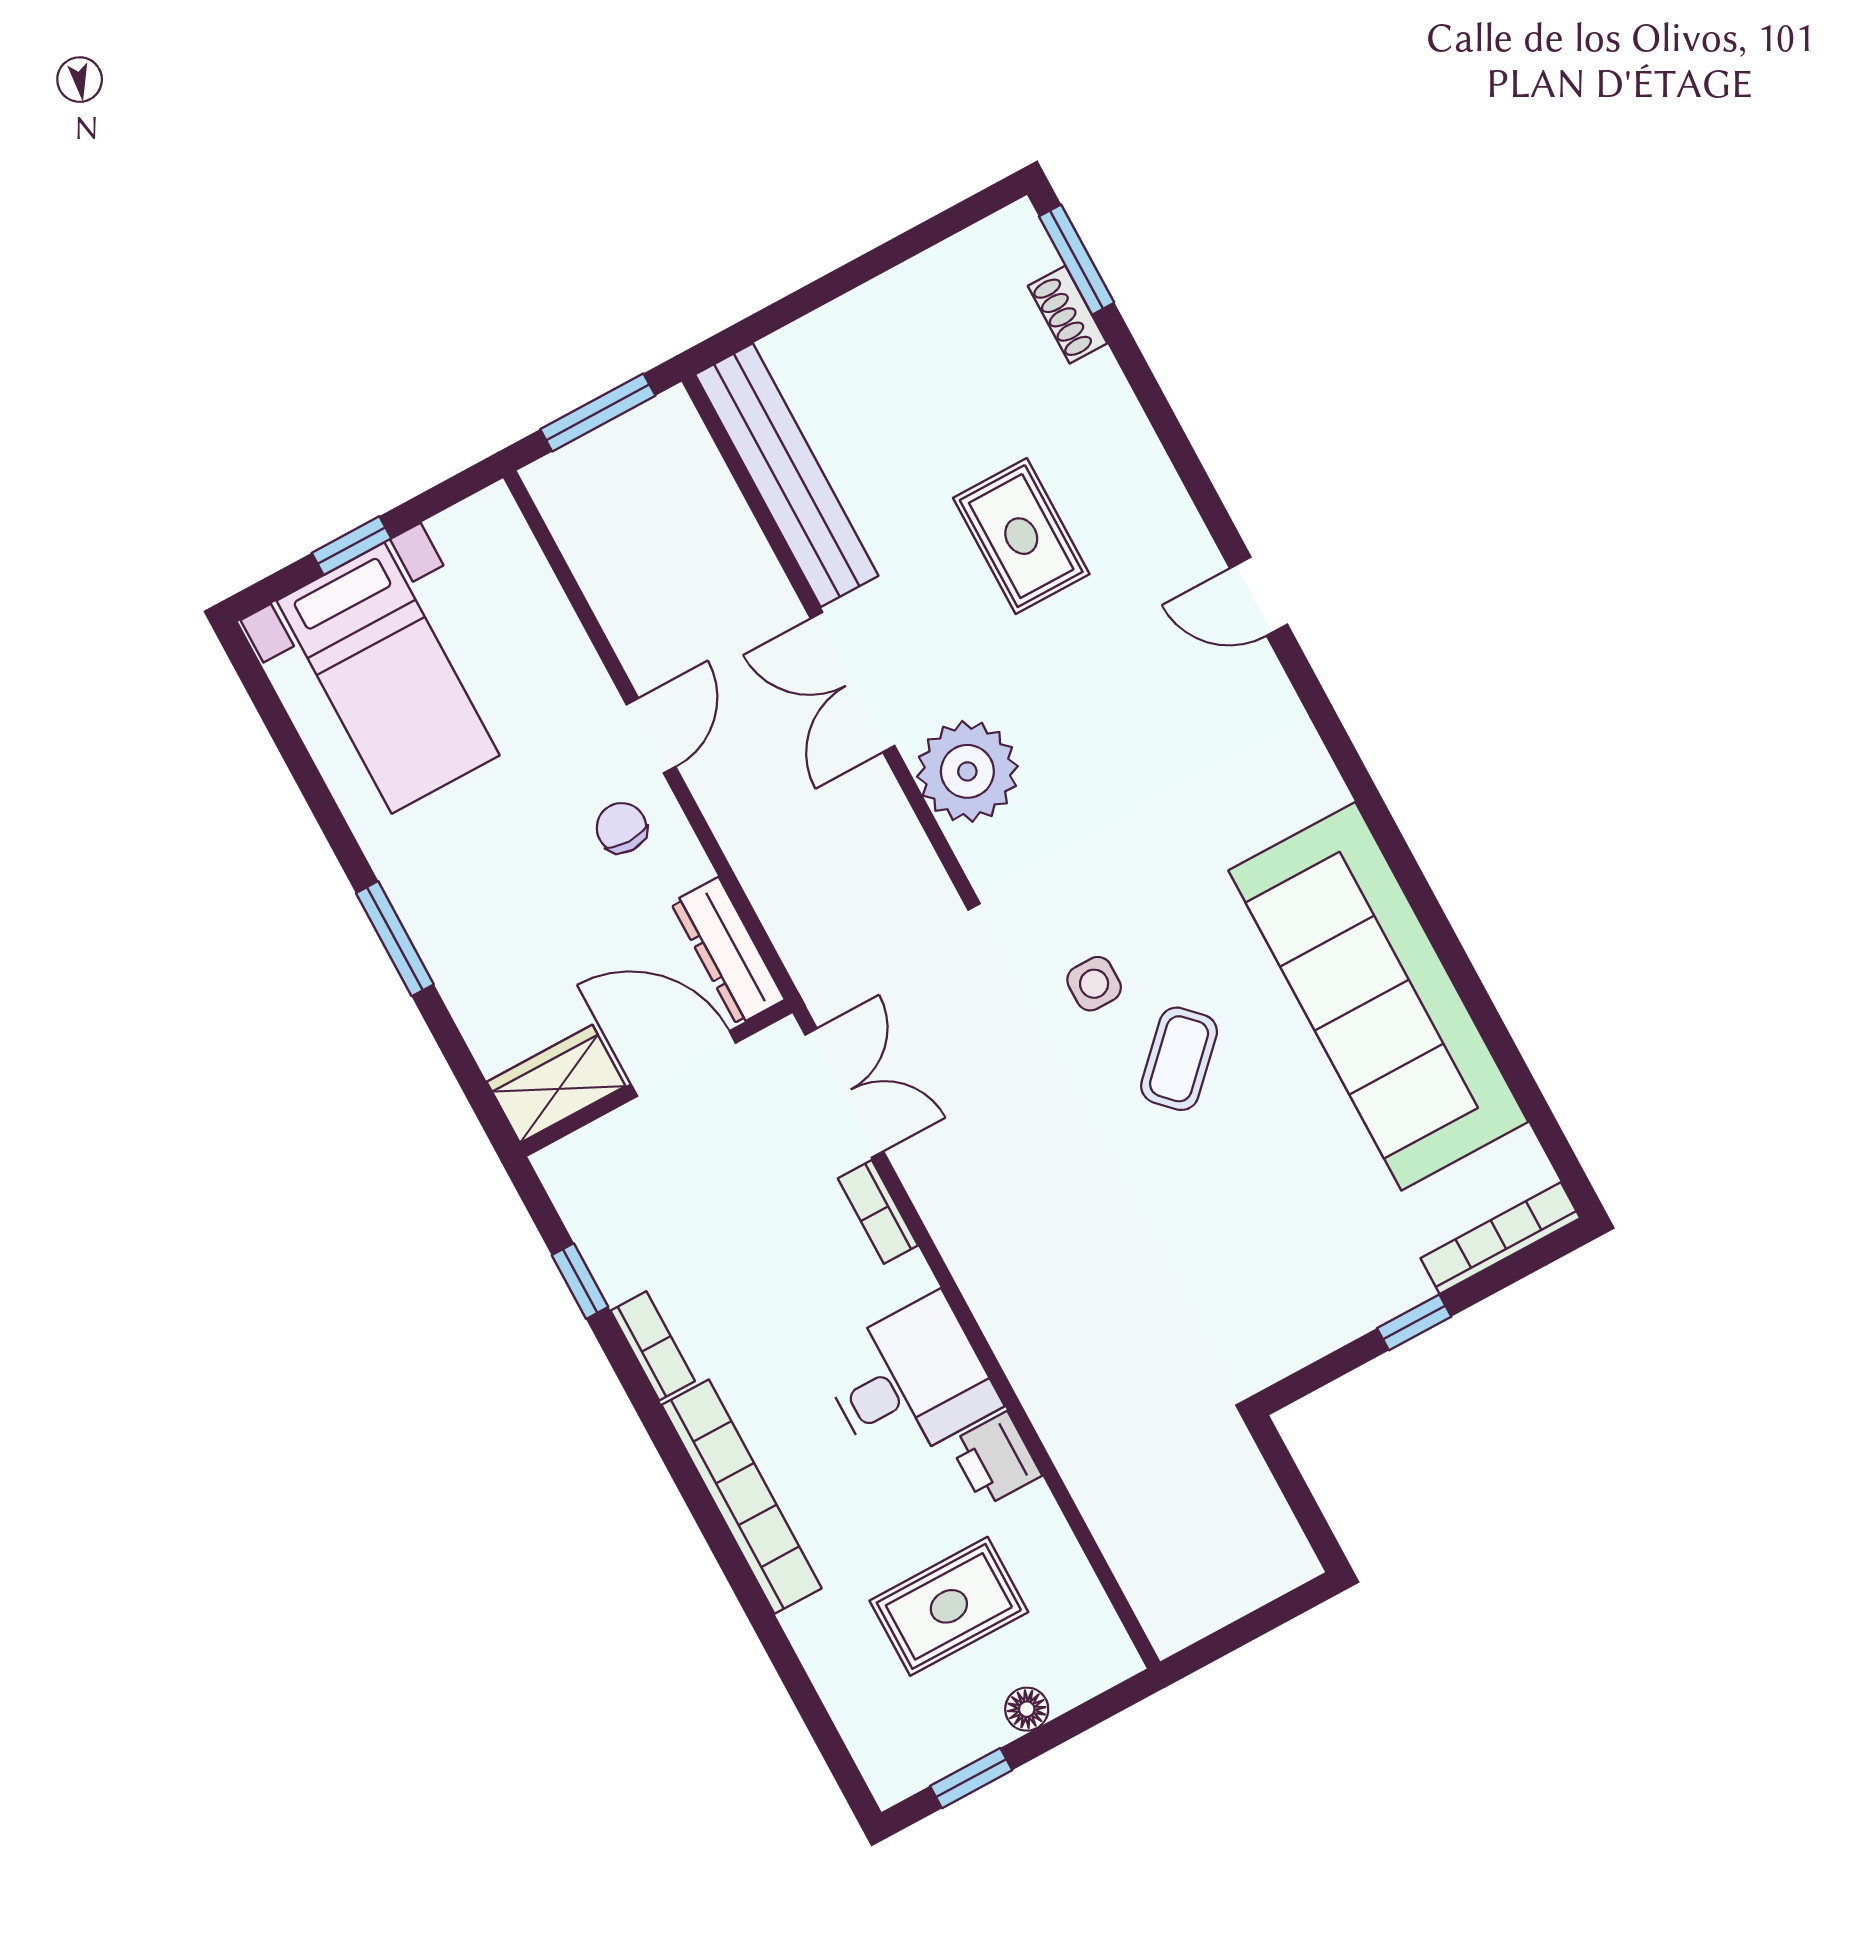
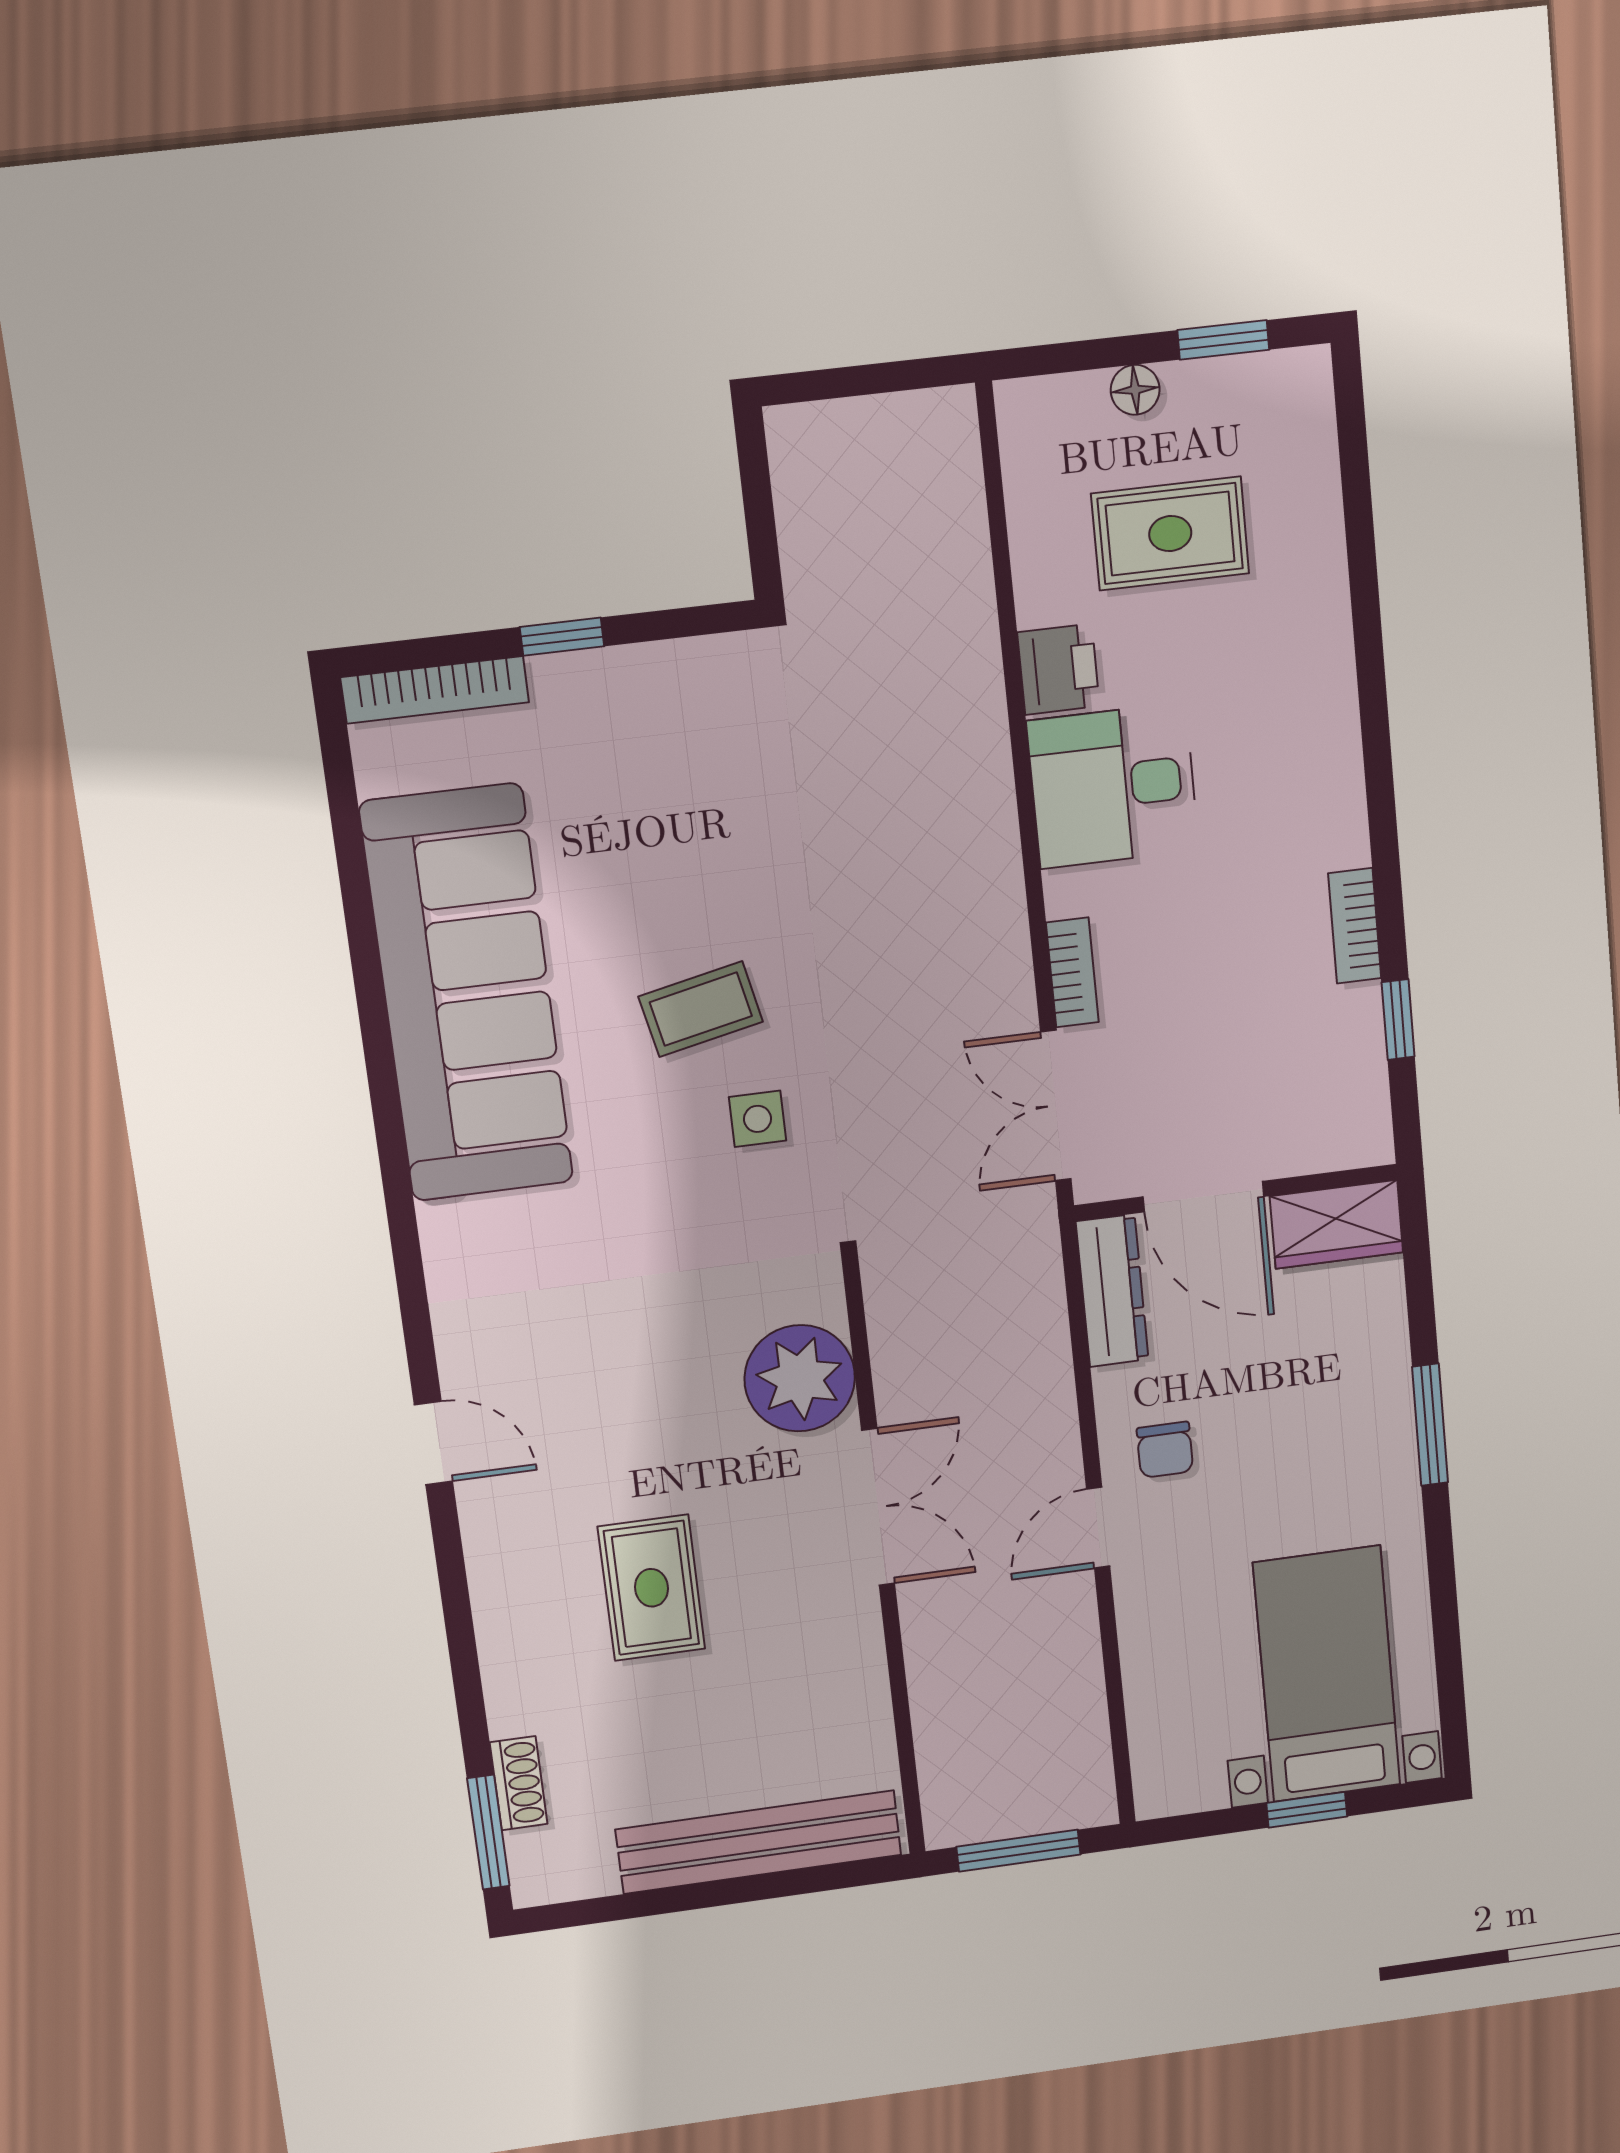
bench: (787, 475) -> (759, 1842), moved, turned 90
coffee table: (1179, 1059) -> (701, 1009), turned 33
bookcase: (742, 1497) -> (1332, 735), removed

